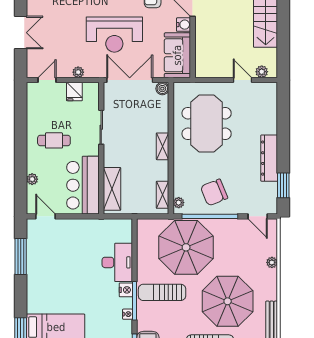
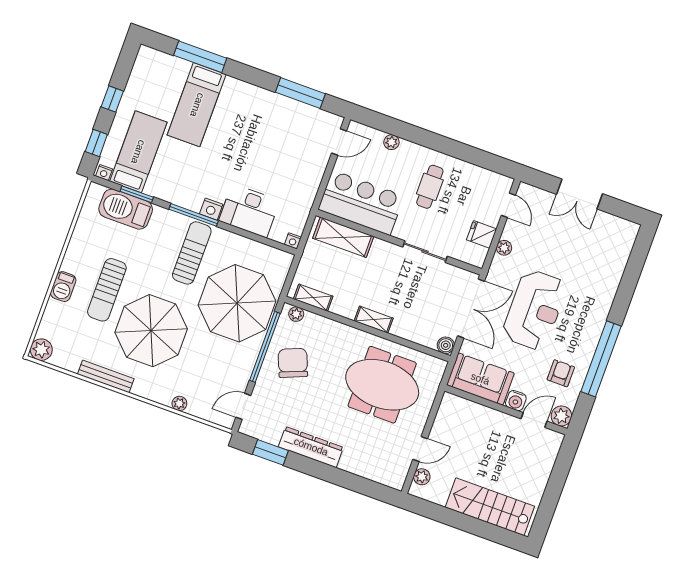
reception desk: (114, 35) -> (535, 310), turned 180
nightstand: (128, 314) -> (293, 241), moved

